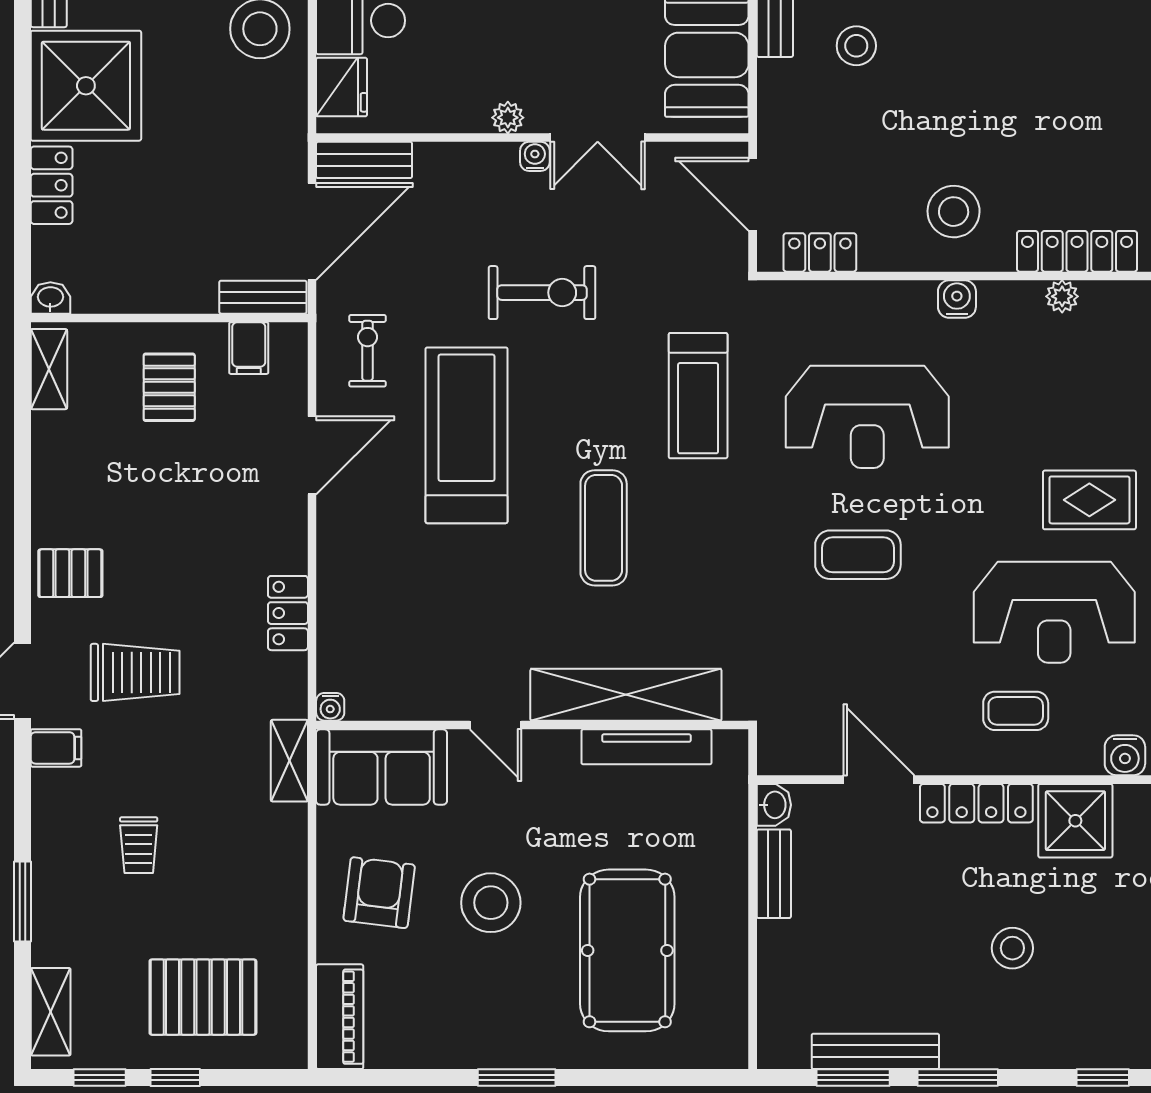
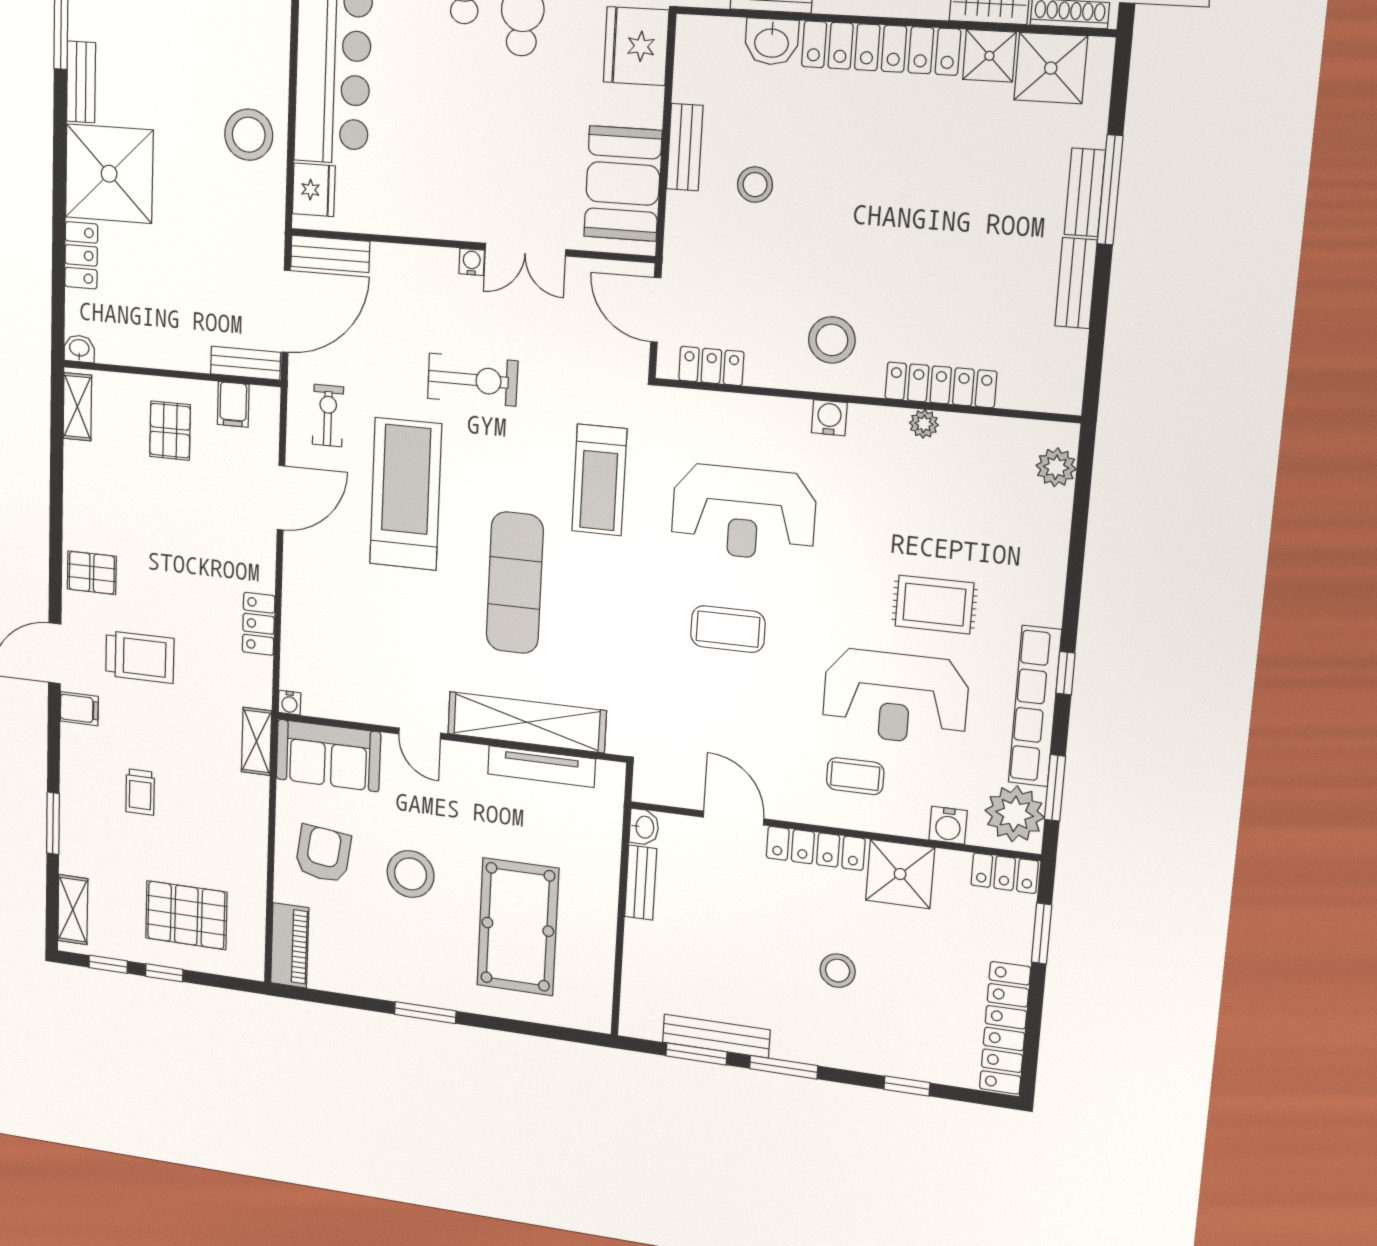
plant: (508, 118) -> (450, 226), removed
exercise mat: (604, 528) -> (515, 583), width x1.36, depth x1.45

